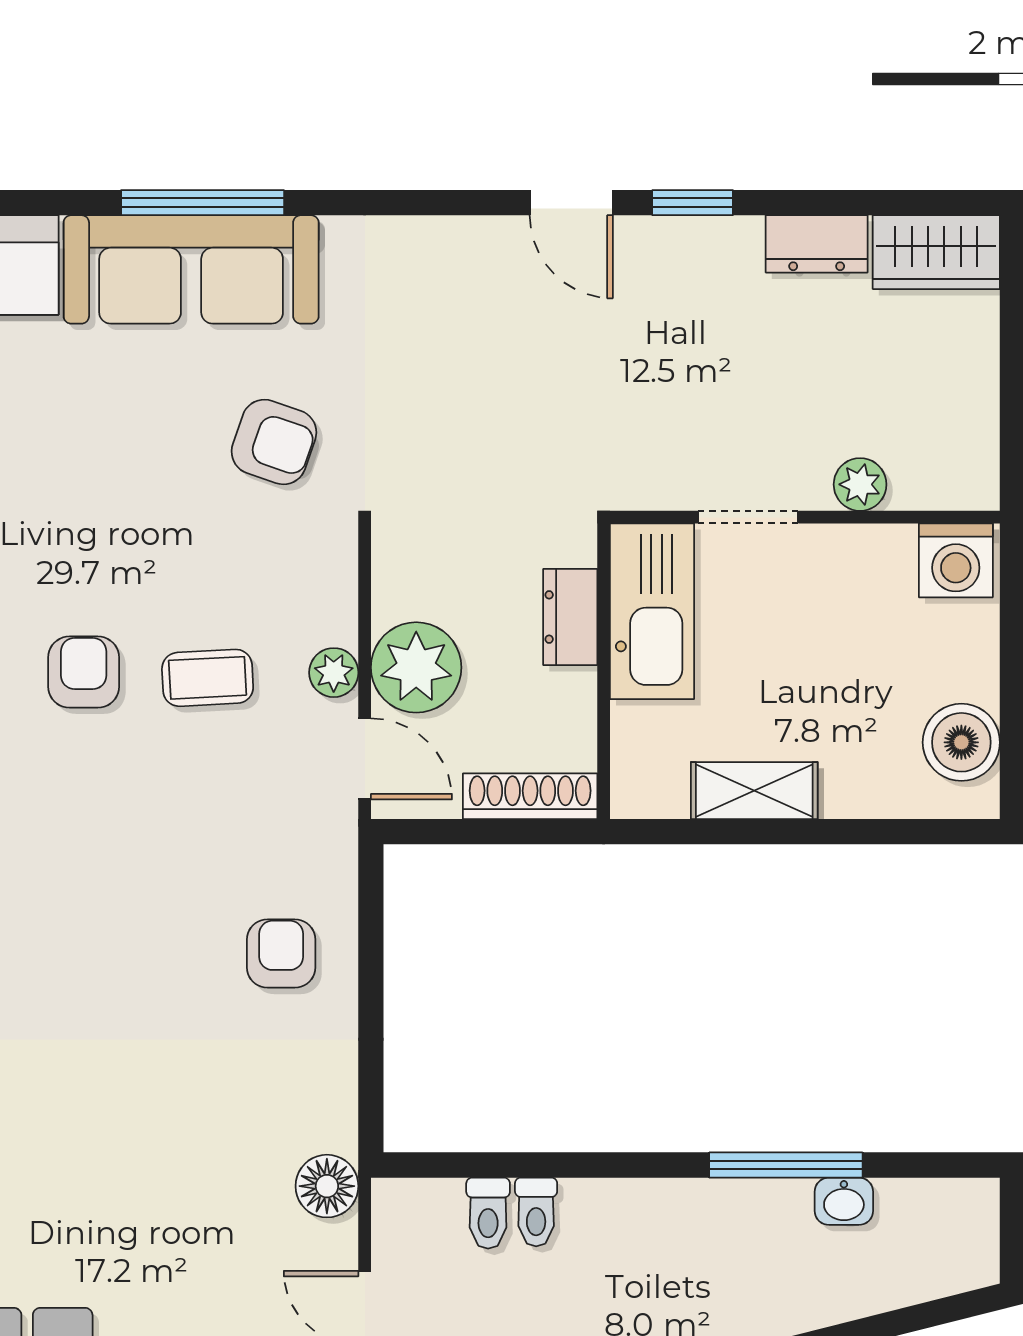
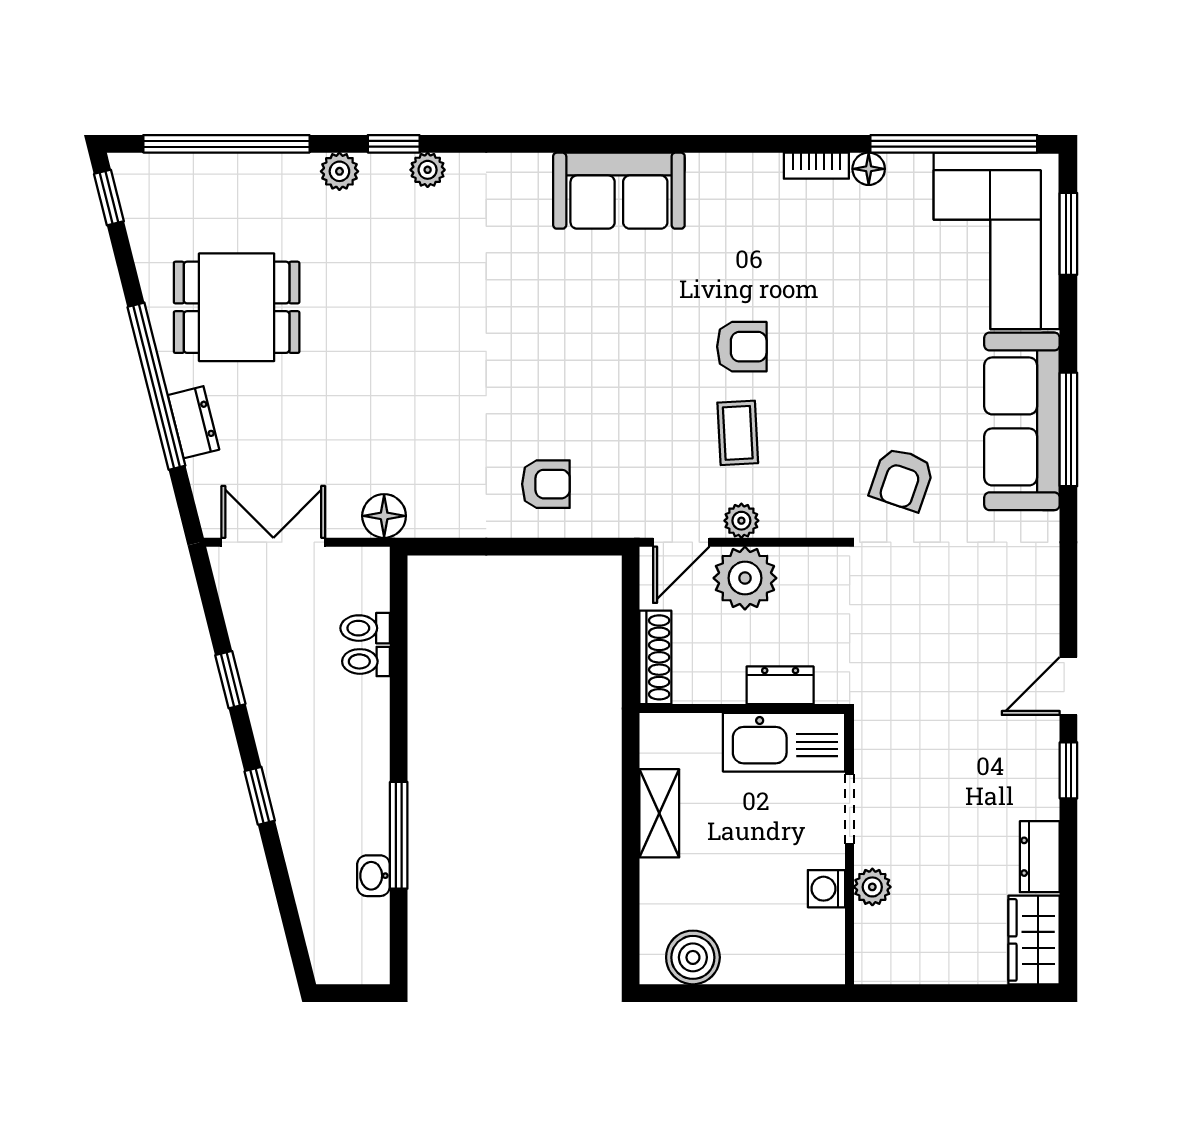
washing machine: (956, 560) -> (827, 889), moved, width x0.73, depth x0.73

